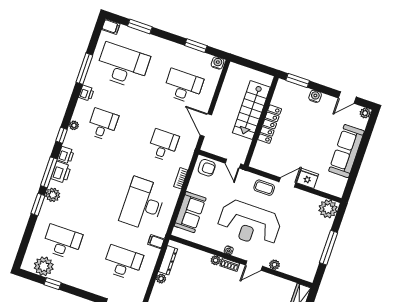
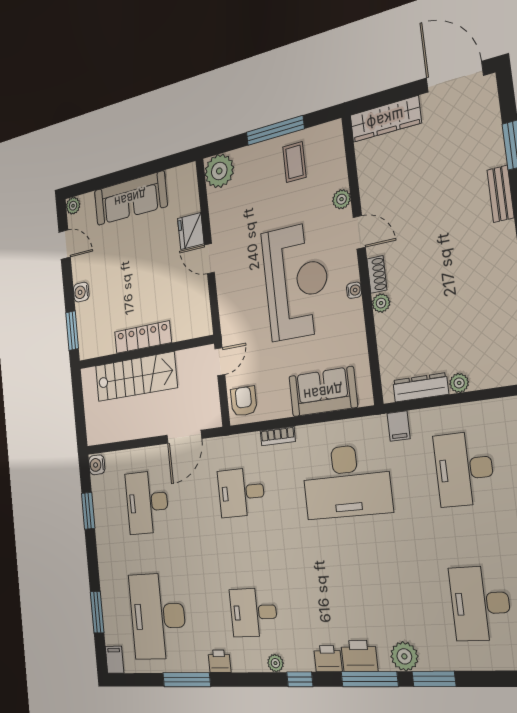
coffee table: (264, 188) -> (294, 162), moved

